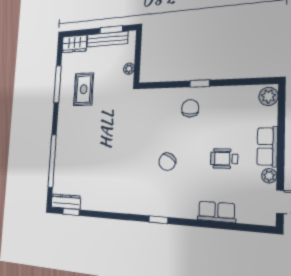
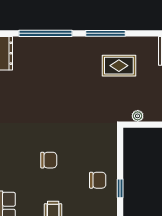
window: (57, 84) -> (105, 33), moved
chair: (167, 162) -> (49, 160), turned 149

